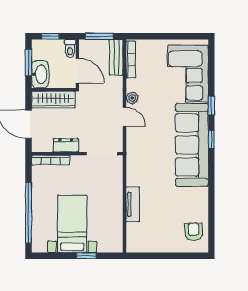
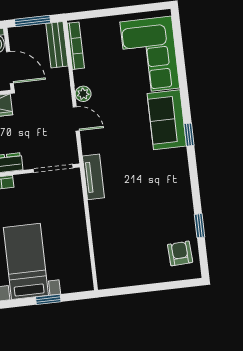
window: (211, 106) -> (199, 226), moved
sofa: (192, 145) -> (167, 120), width x0.54, depth x0.79
tv unit: (133, 204) -> (93, 177), moved

